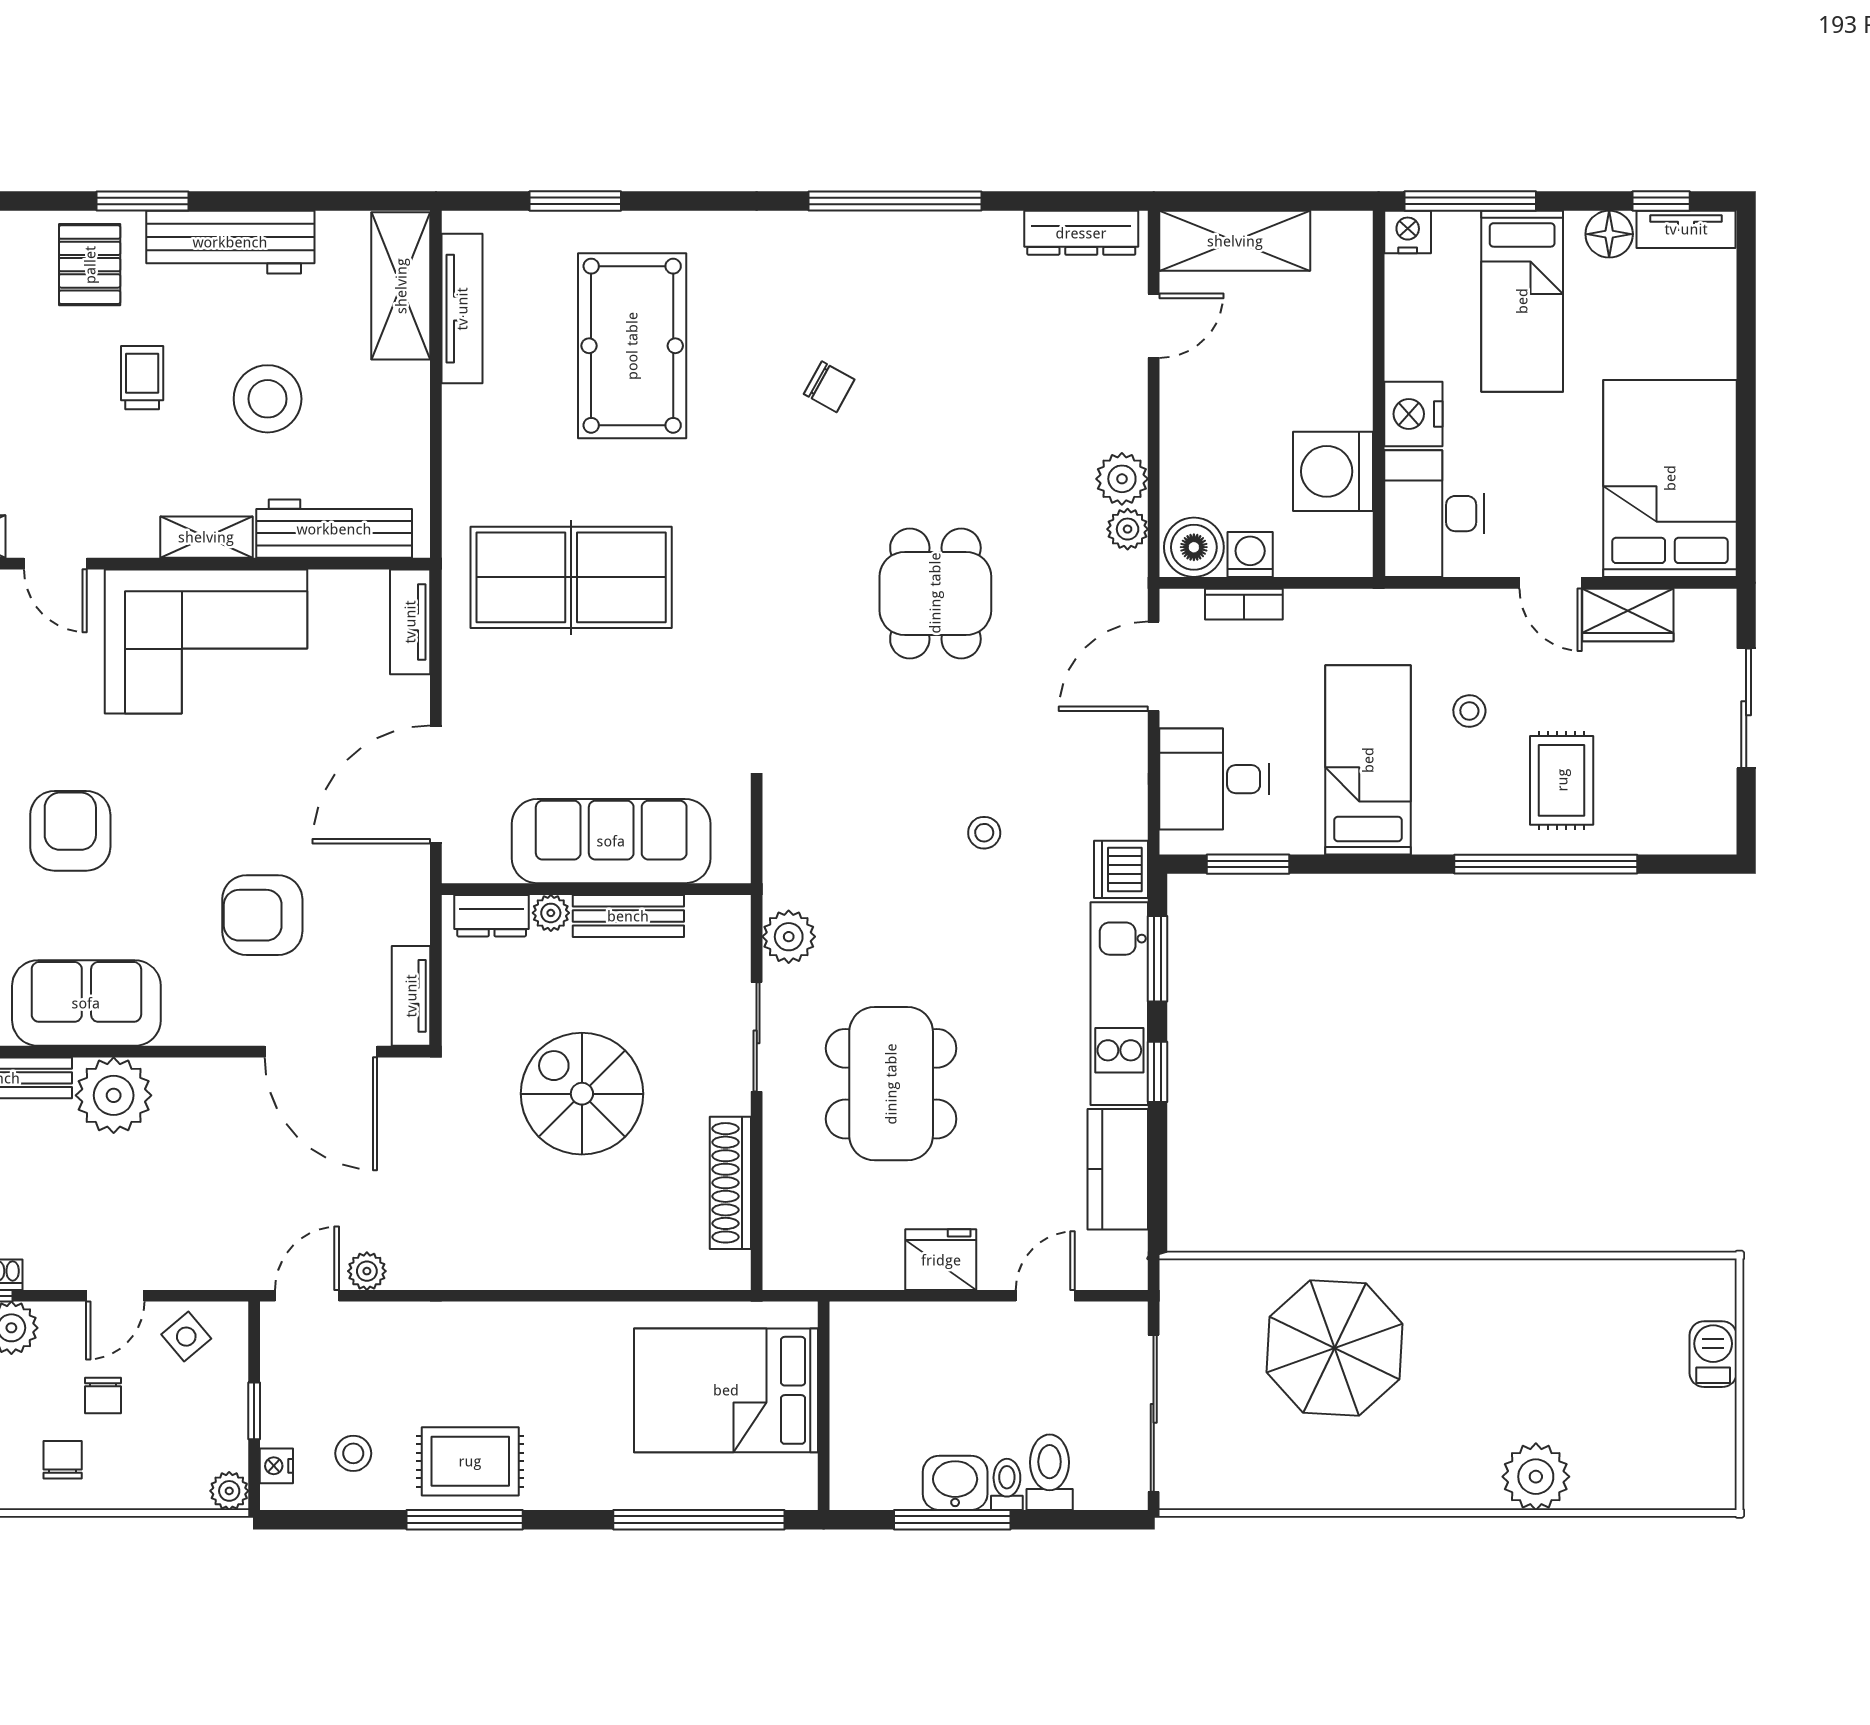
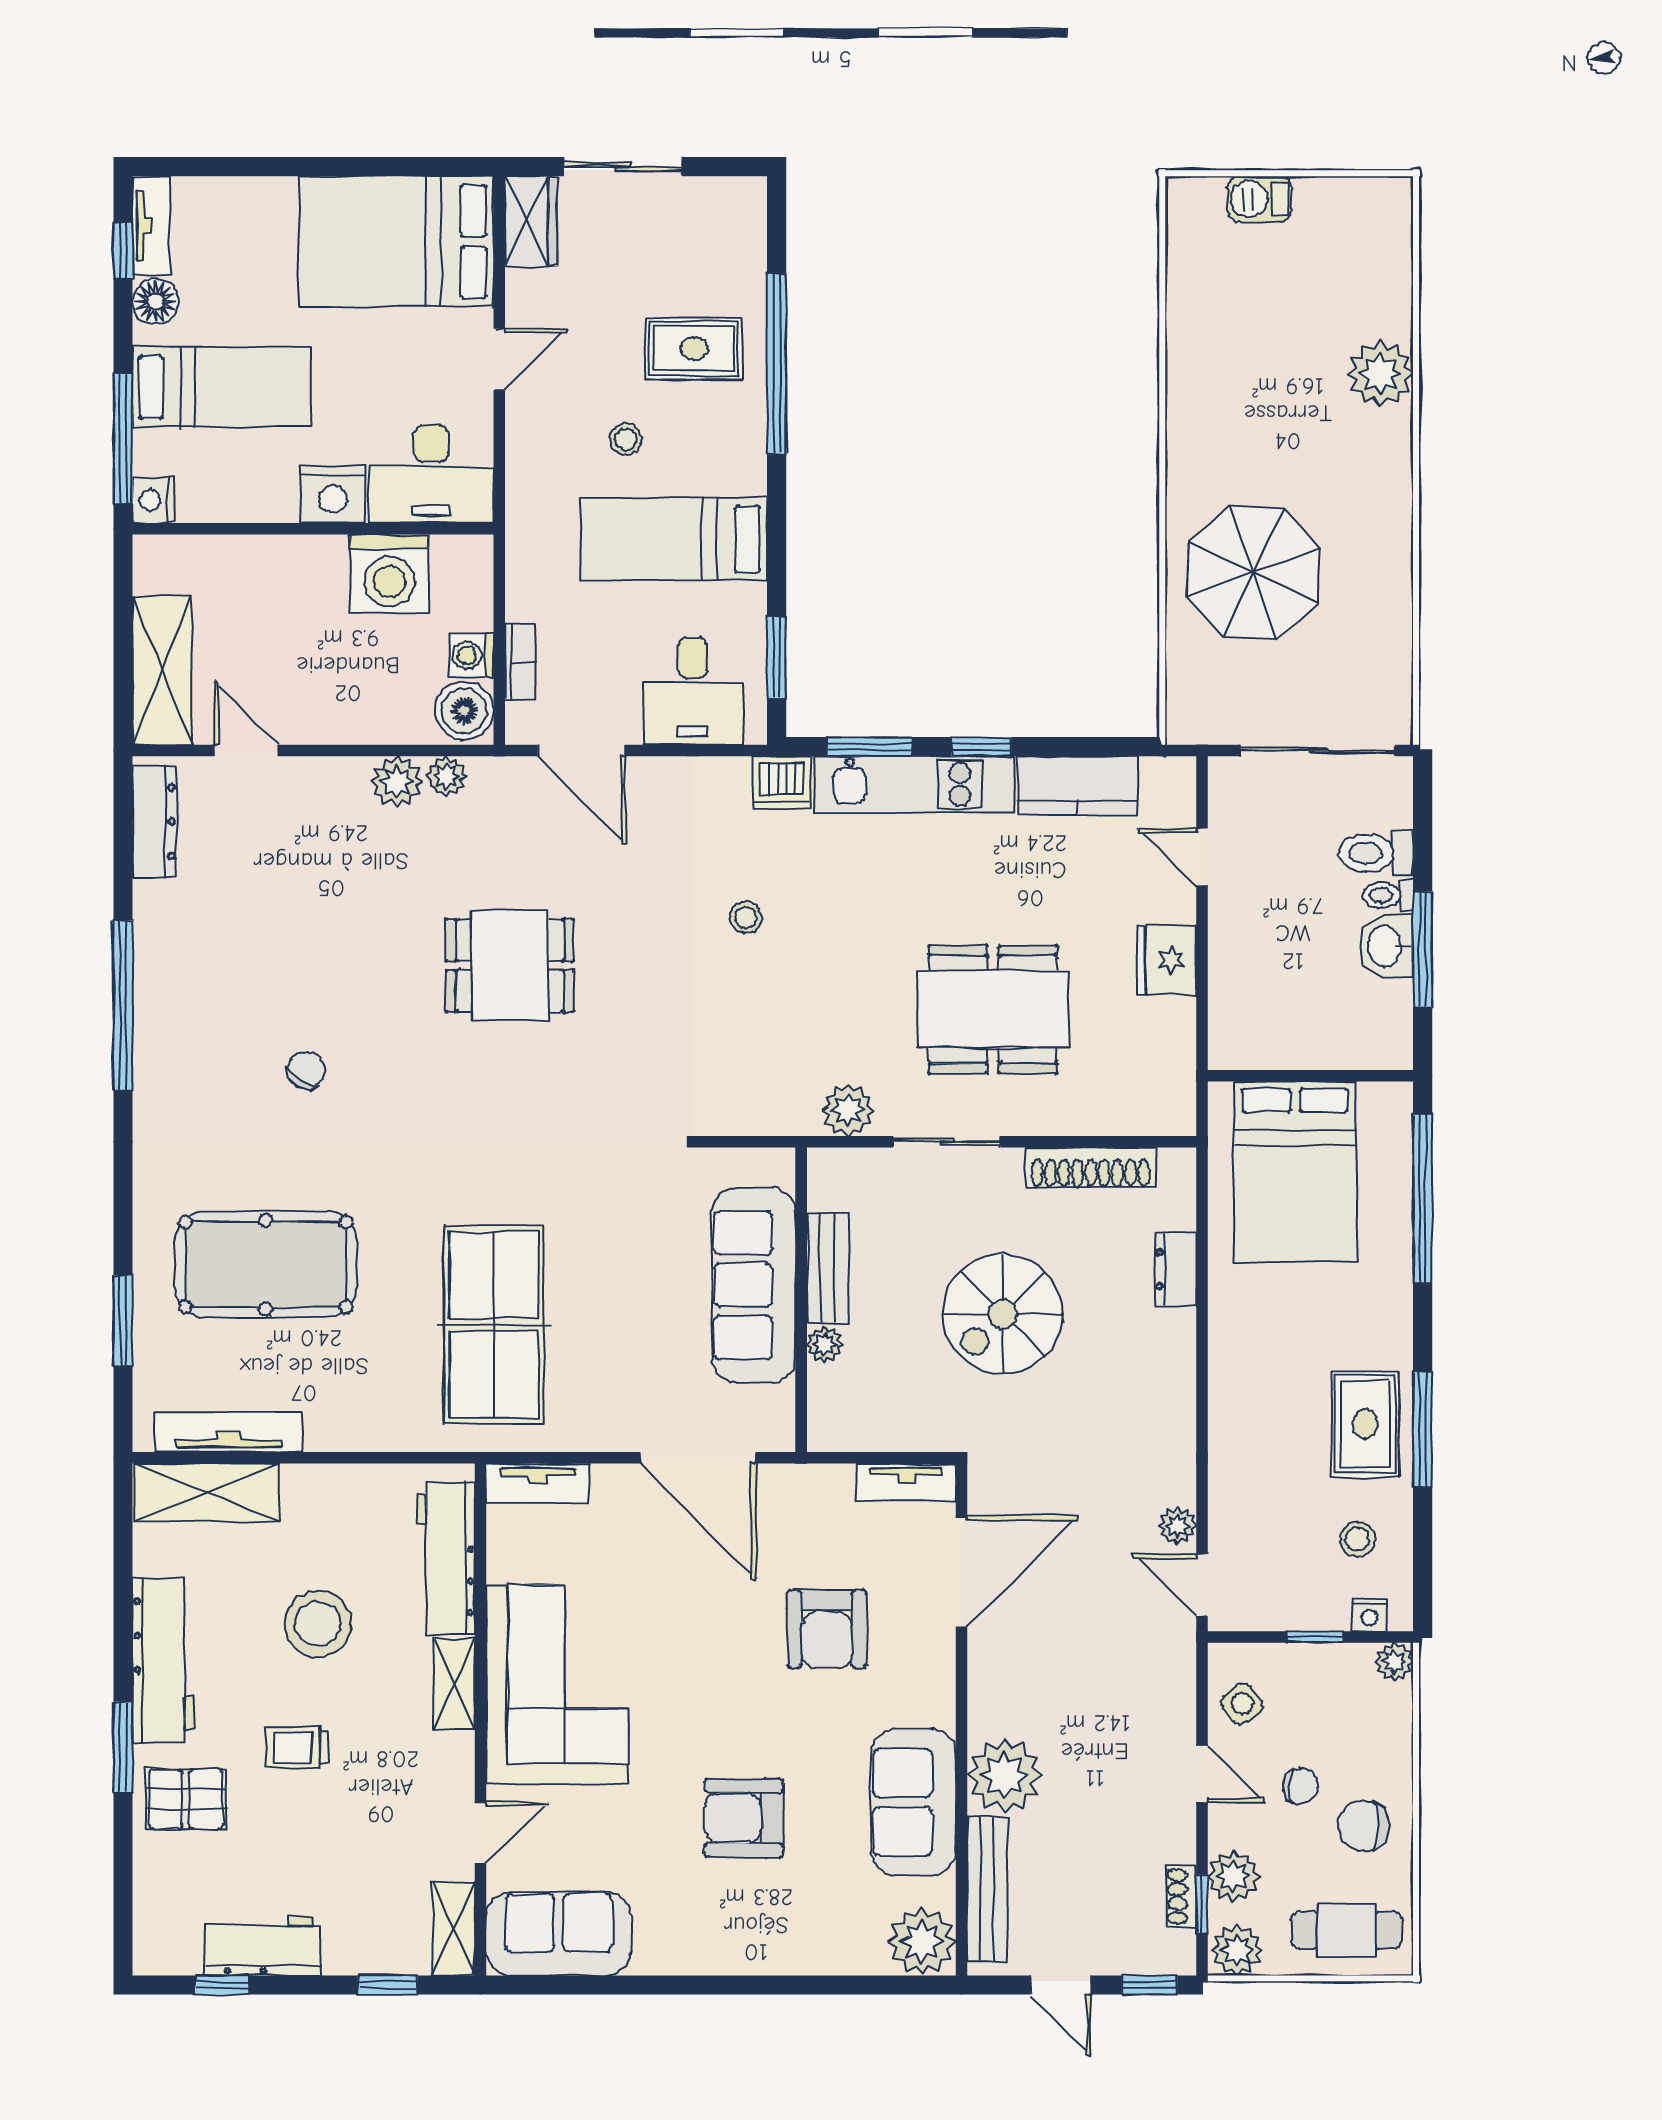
wardrobe: (1628, 615) -> (531, 221), moved
dresser: (492, 916) -> (1176, 1269), moved, turned 180
chair: (63, 1460) -> (1364, 1826), width x1.37, depth x1.37

